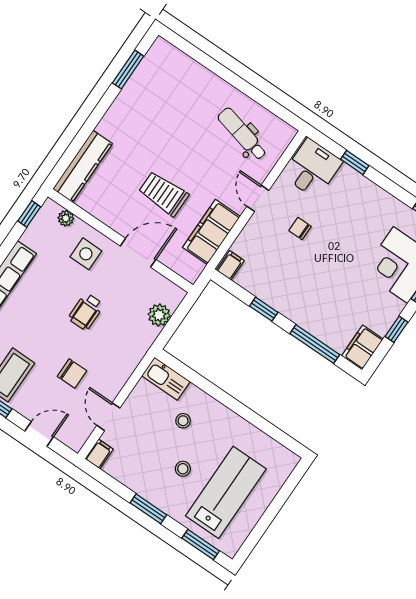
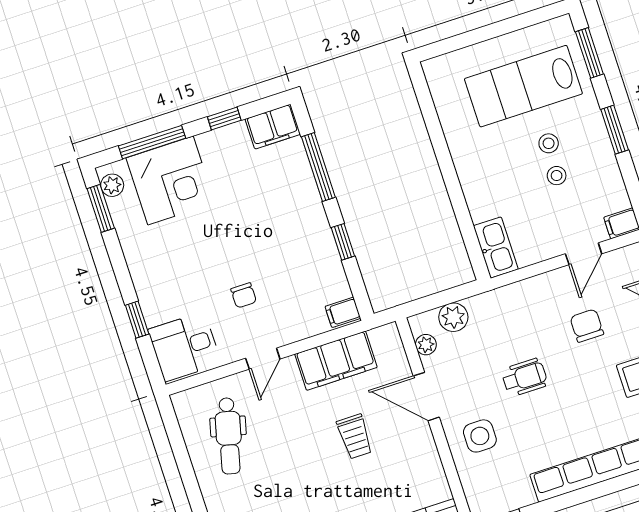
trolley: (164, 194) -> (355, 436), width x0.73, depth x0.72
plant: (66, 218) -> (426, 345), moved
stool: (183, 421) -> (557, 176), moved

